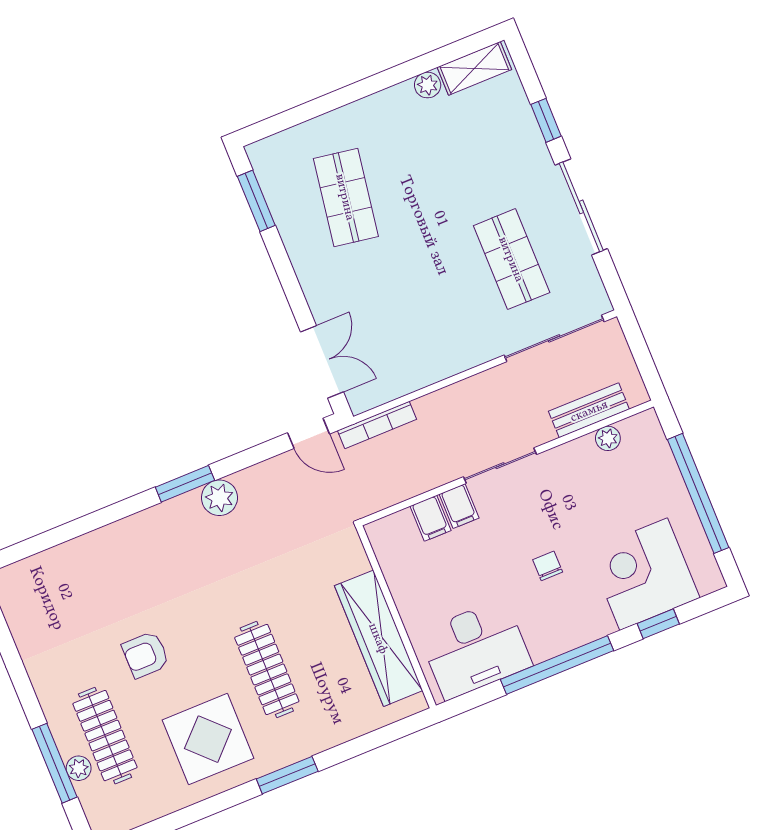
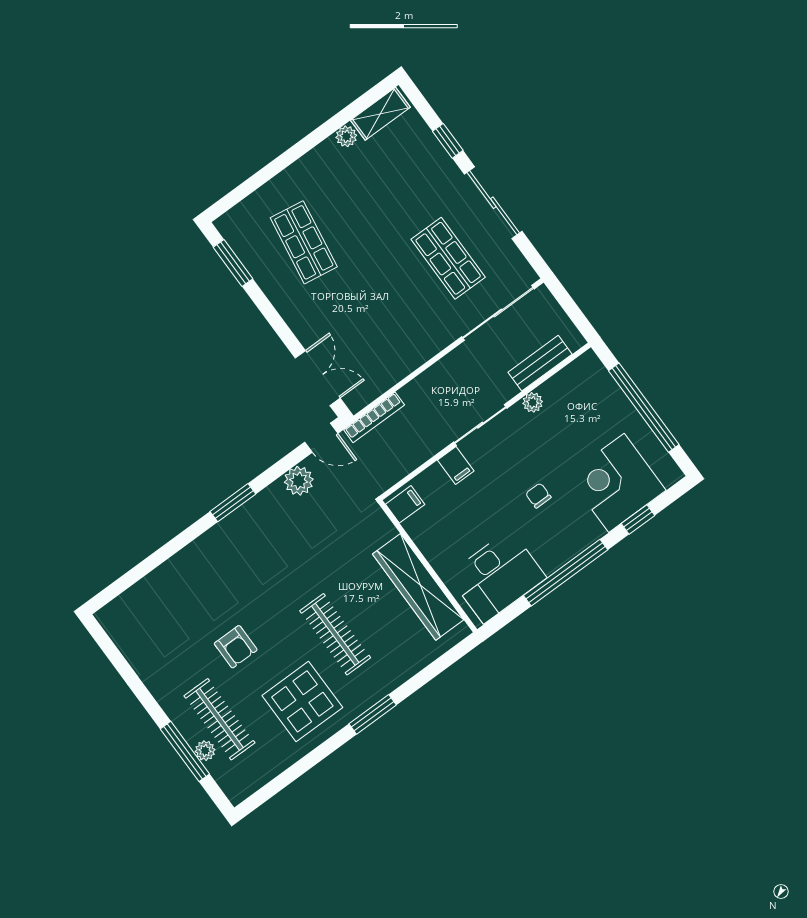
plant: (608, 438) -> (533, 402), moved
plant: (219, 498) -> (299, 481), moved
filing cabinet: (431, 518) -> (405, 504), moved, turned -90
armchair: (146, 655) -> (236, 647), turned -90

